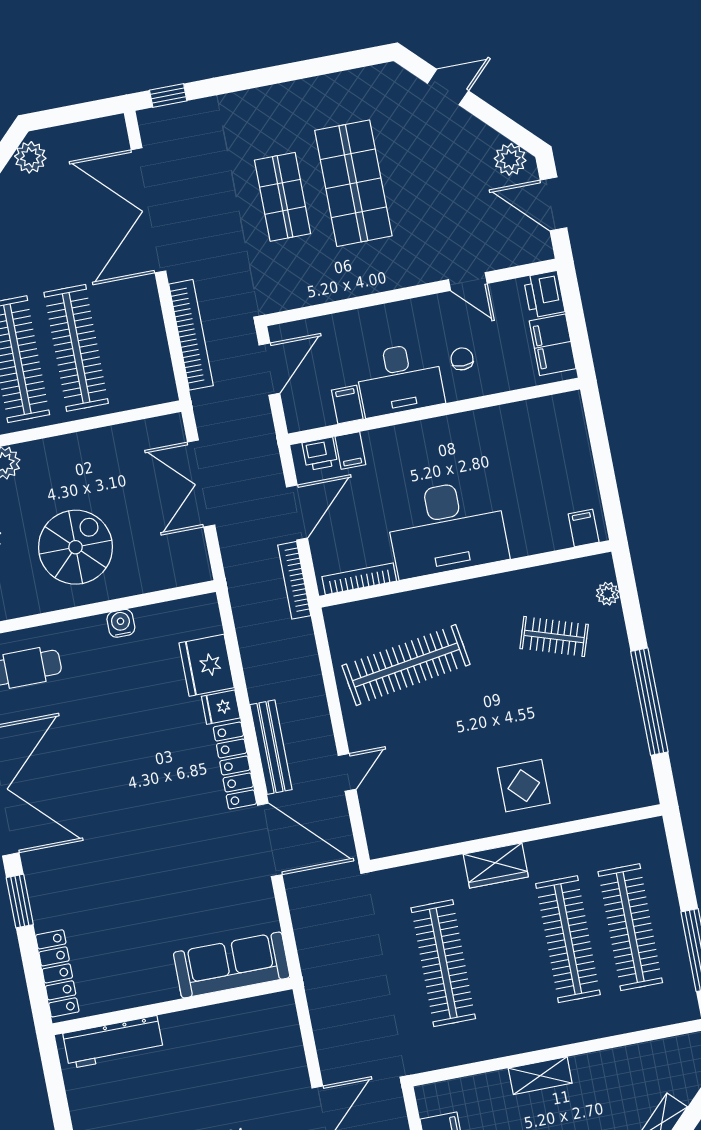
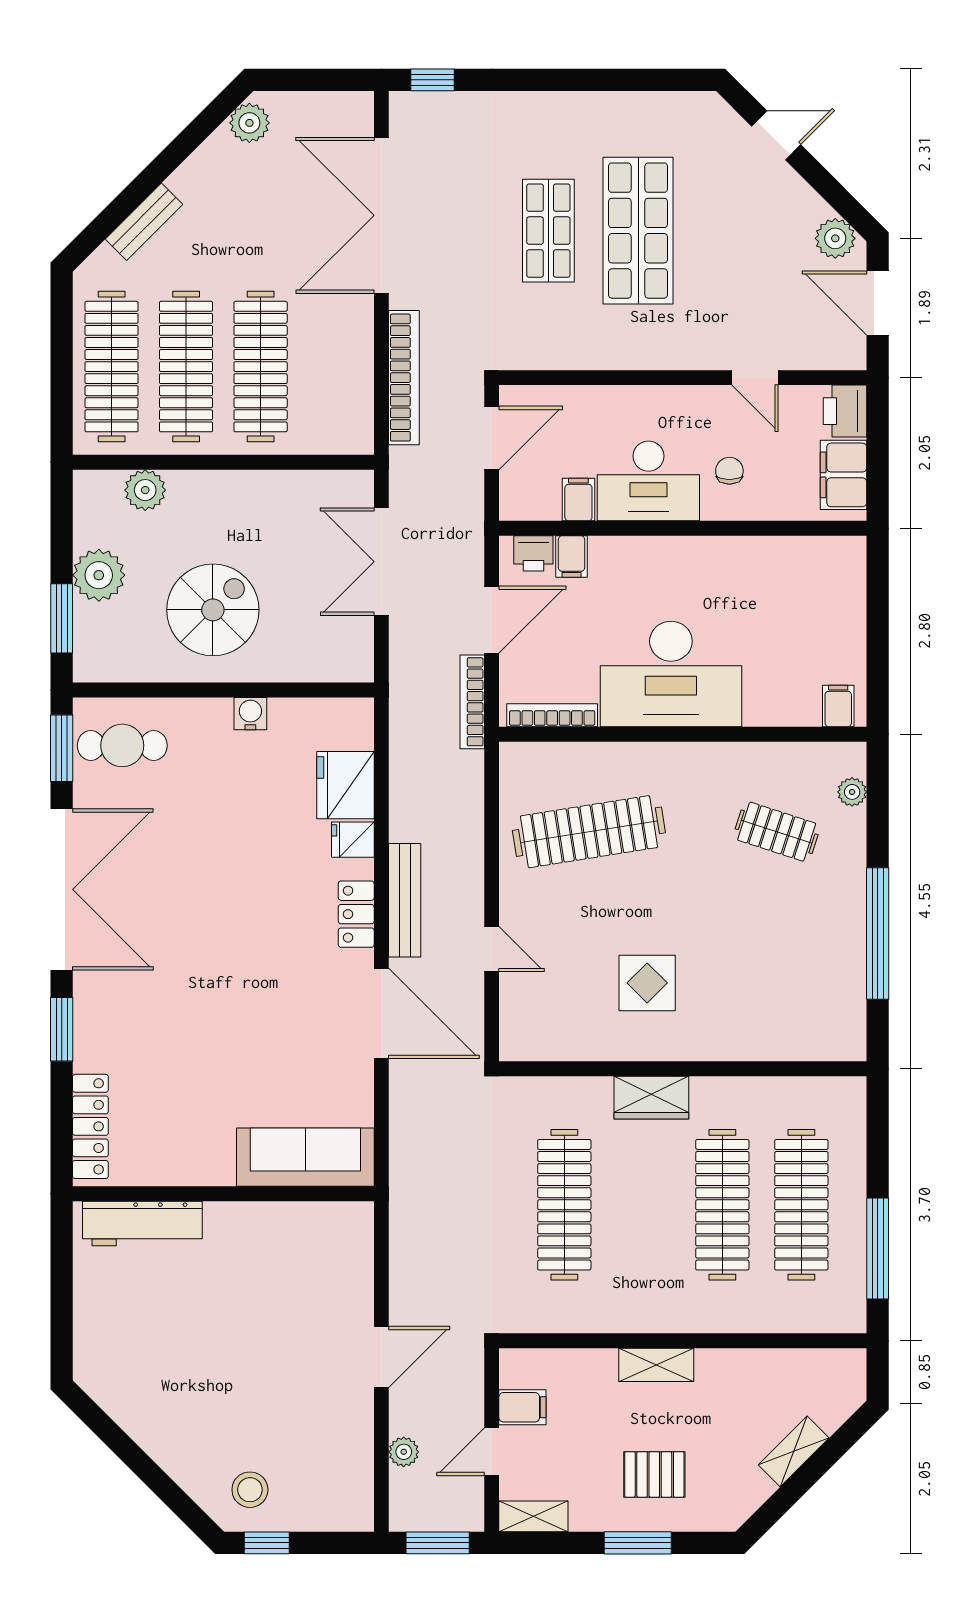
locker: (235, 765) -> (356, 914), width x0.66
door: (347, 772) -> (492, 949), hinge flipped
display table: (524, 786) -> (647, 983), moved

